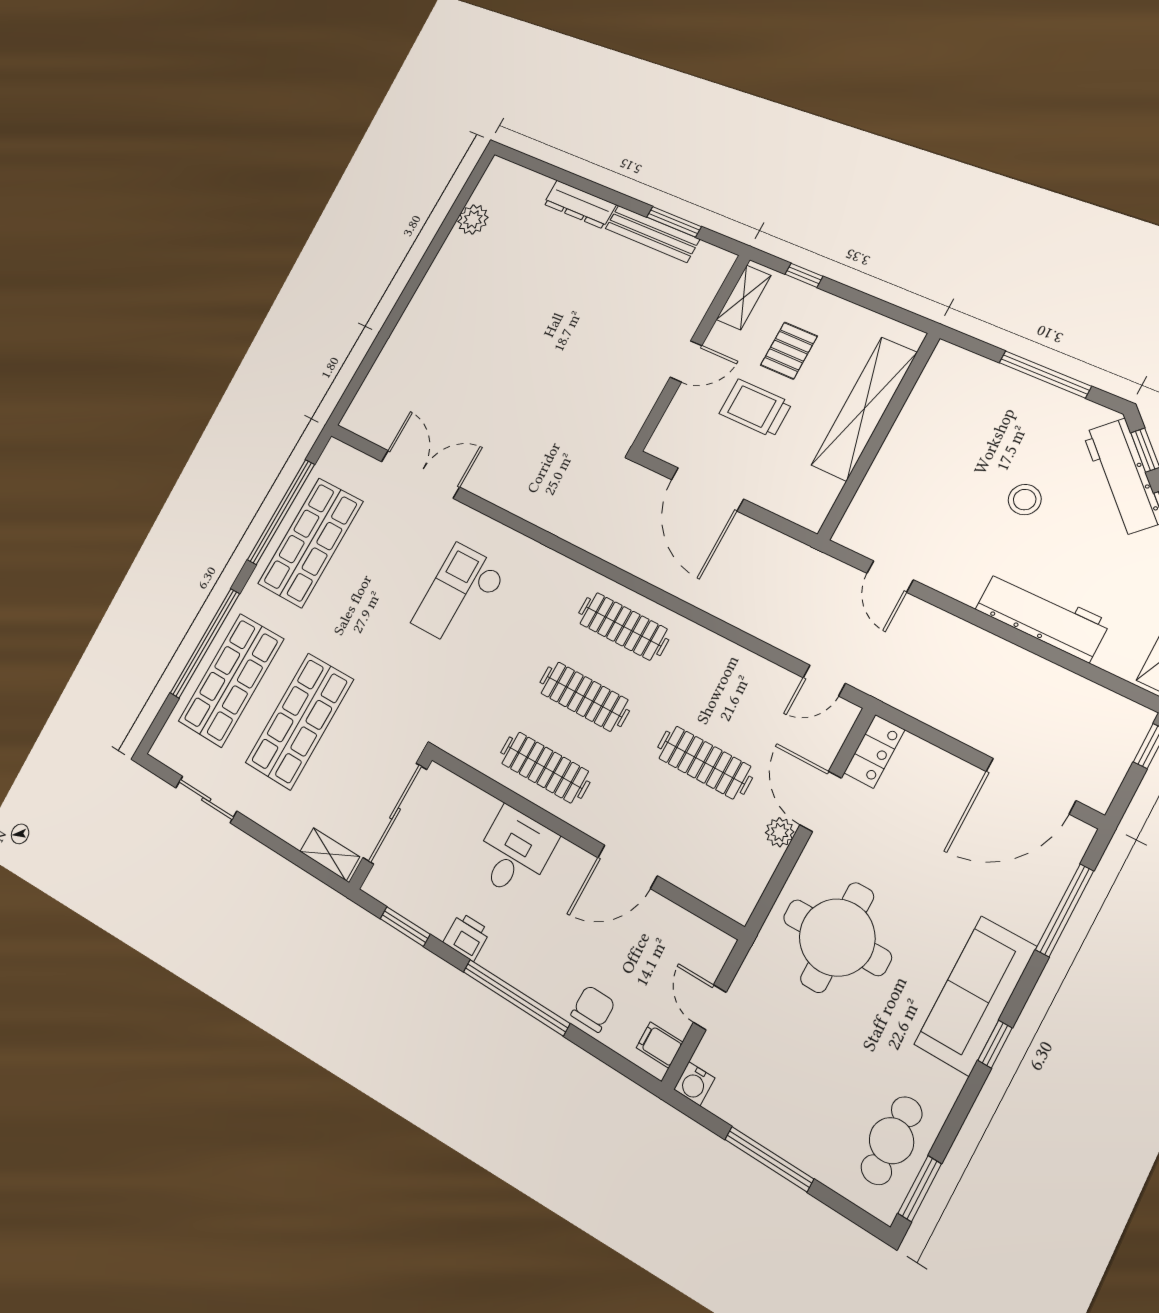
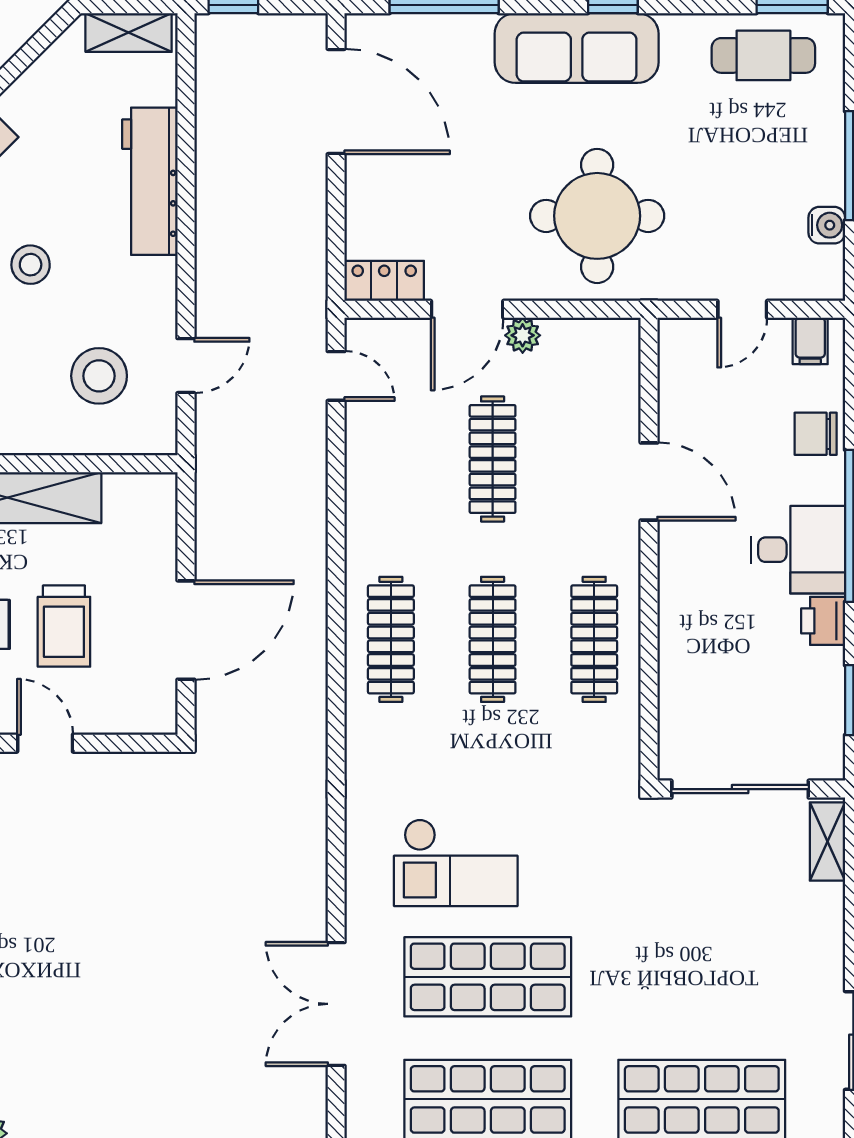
stool: (916, 511) -> (99, 376), added
shop shelf: (299, 721) -> (488, 977), moved
desk: (514, 852) -> (798, 550), moved, turned 180
water cooler: (694, 1084) -> (827, 225), moved

